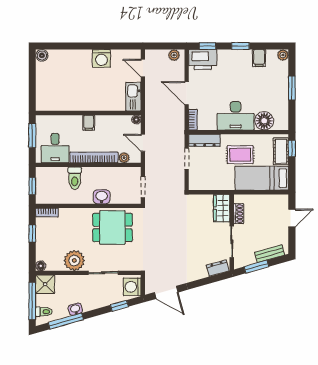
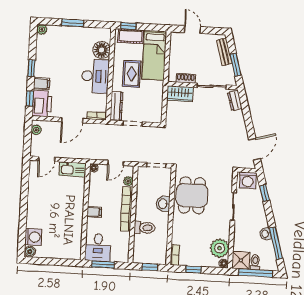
washing machine: (101, 58) -> (33, 237), moved
filing cabinet: (259, 58) -> (42, 84), moved
desk: (55, 148) -> (98, 247), moved, turned 90
plant: (74, 260) -> (220, 248), moved
toilet: (44, 312) -> (255, 262), moved

